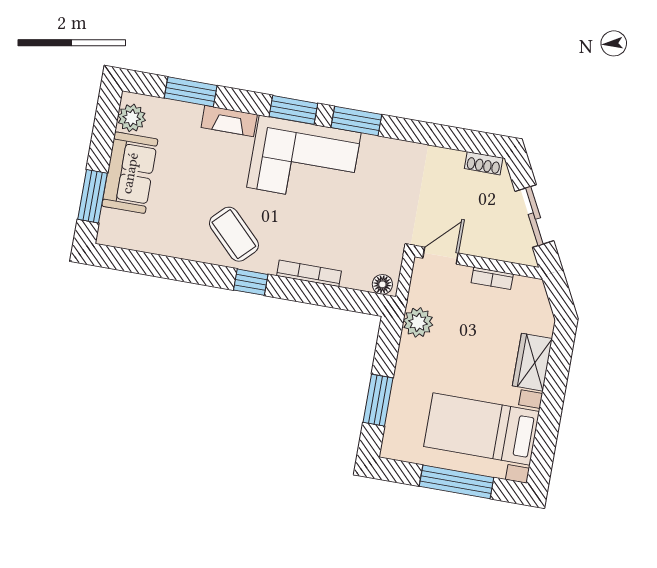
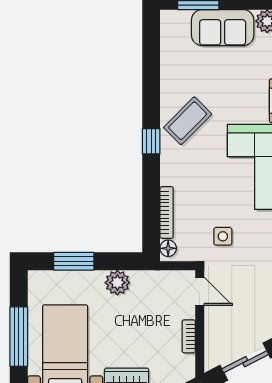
side table: (380, 216) -> (223, 236), added
bookcase: (309, 273) -> (167, 212), moved
plant: (418, 322) -> (117, 283), moved

